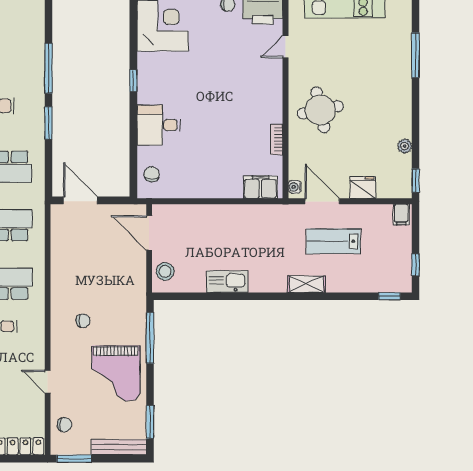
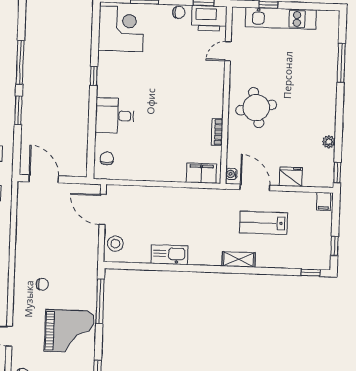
grand piano: (116, 373) -> (69, 331), turned -90

